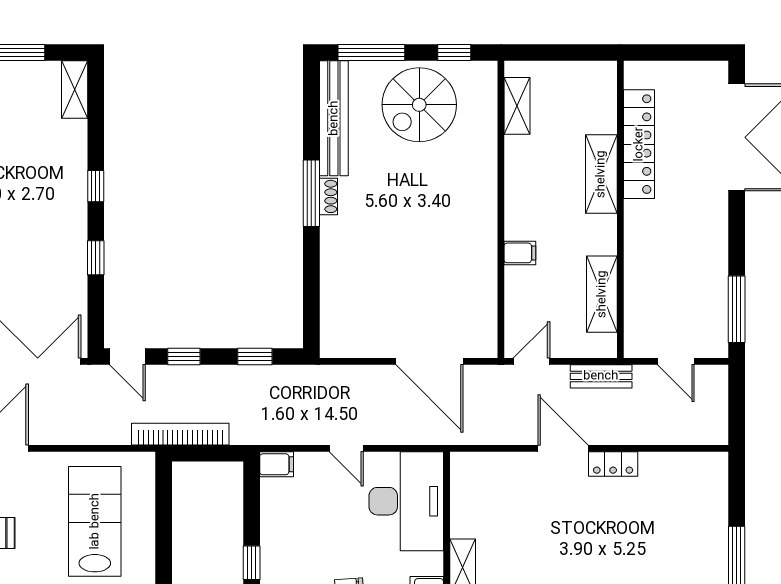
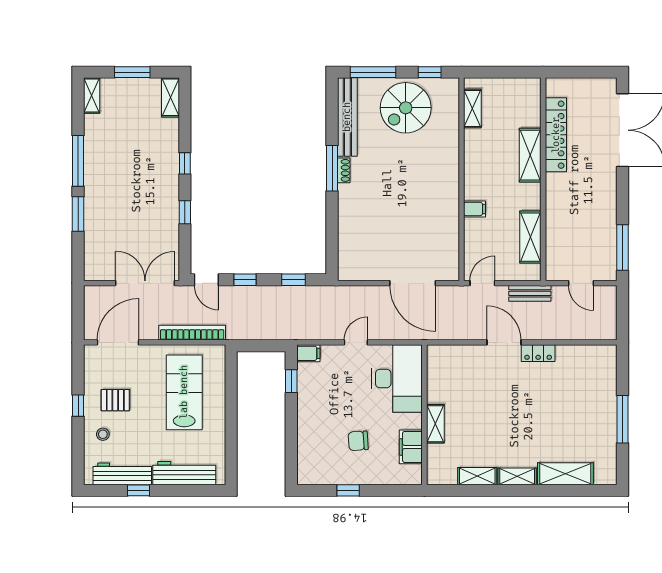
bookcase: (180, 434) -> (192, 333), moved
door: (346, 448) -> (356, 342), swing flipped
window: (252, 563) -> (291, 381), moved

